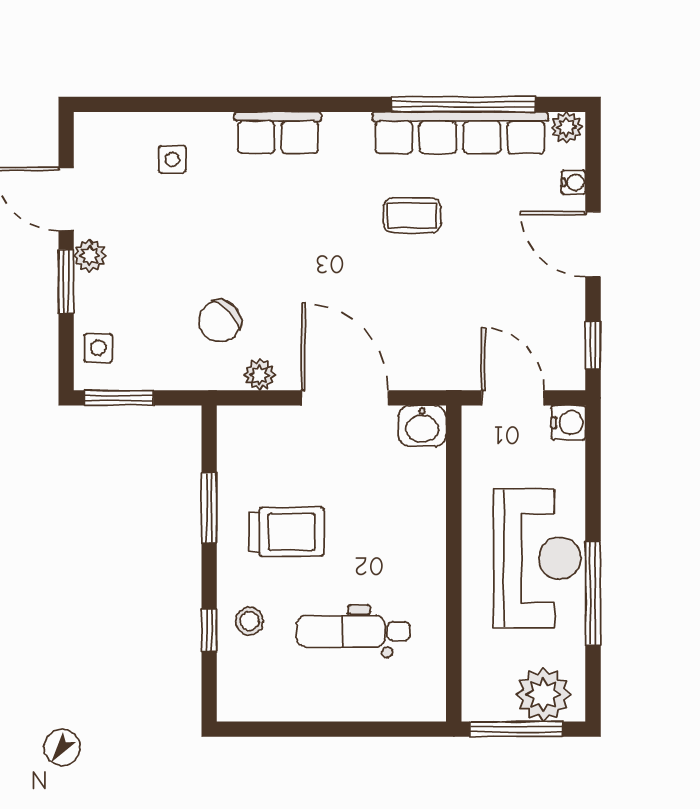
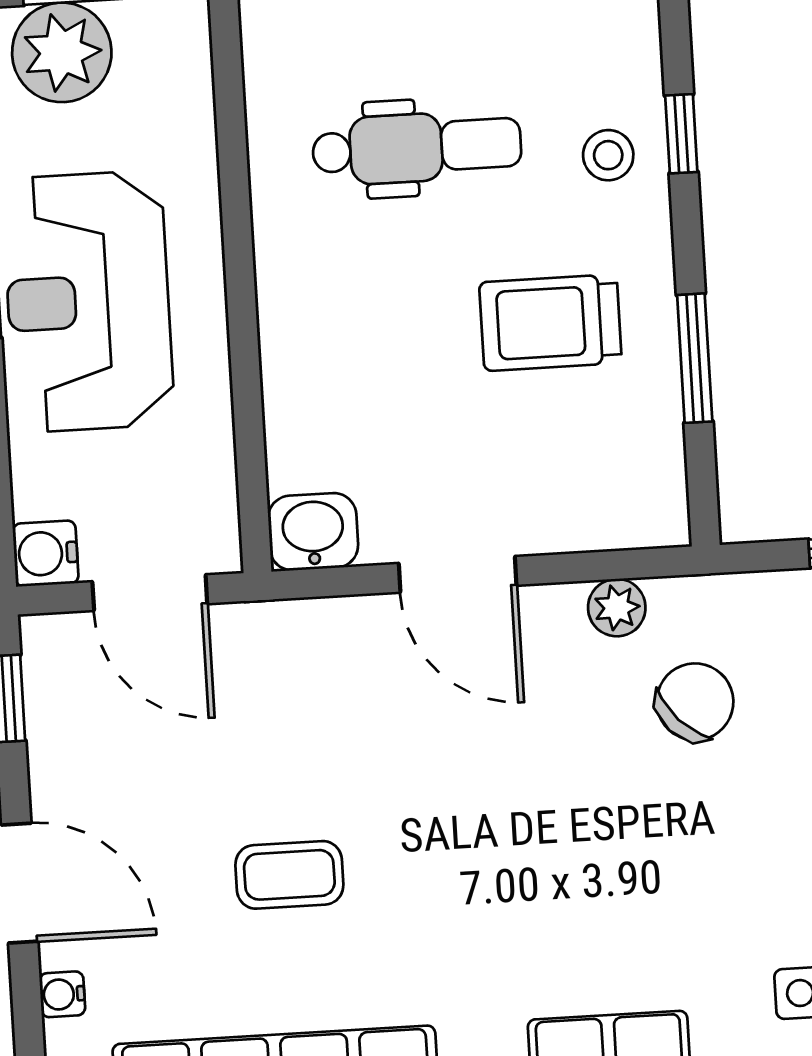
coffee table: (412, 215) -> (289, 875), moved
door: (345, 398) -> (458, 574), width x0.73

